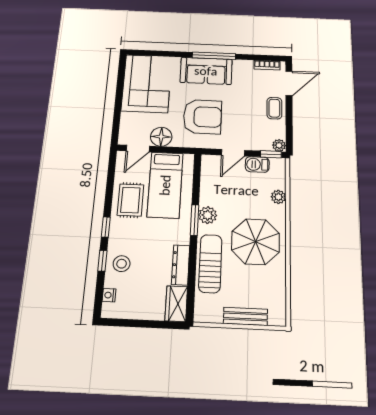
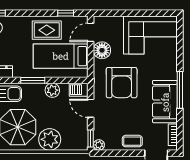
sofa: (206, 71) -> (165, 102), moved
door: (138, 148) -> (91, 32), hinge flipped
barbecue: (257, 164) -> (79, 90), moved, turned -90
plant: (278, 197) -> (50, 139), width x1.87, depth x1.87
plant: (208, 215) -> (52, 90), moved
window: (106, 227) -> (66, 13), moved

